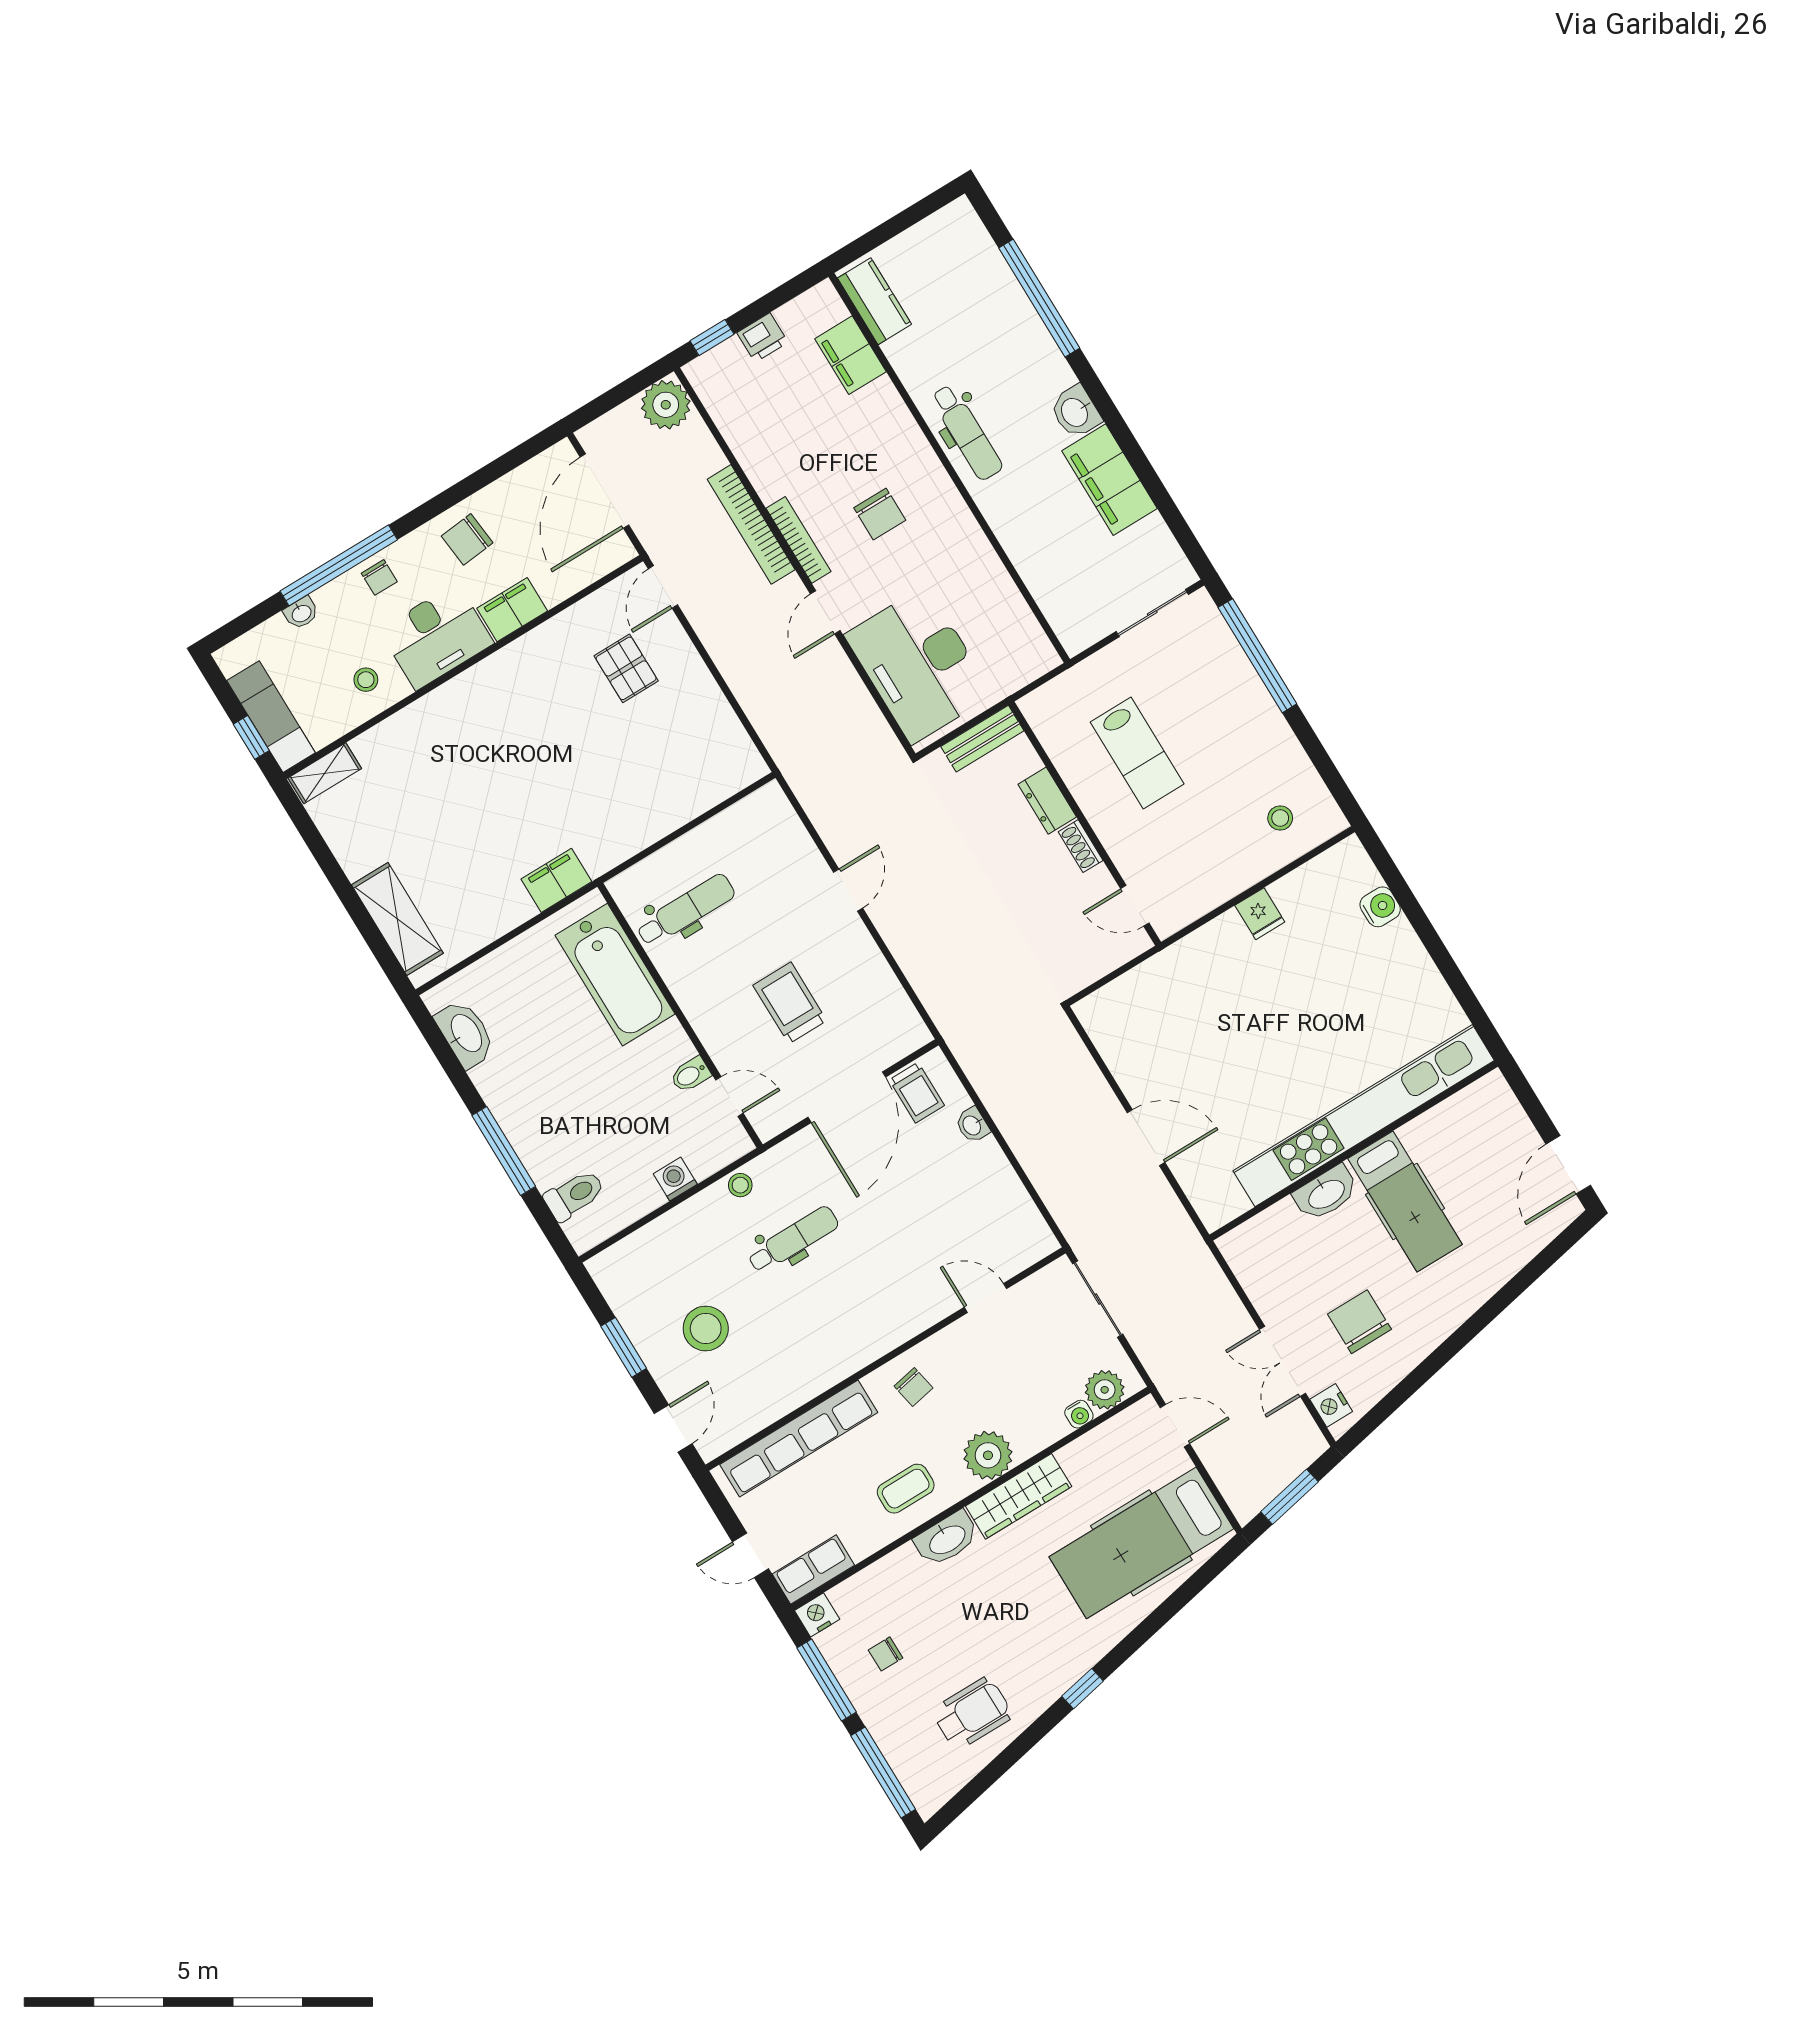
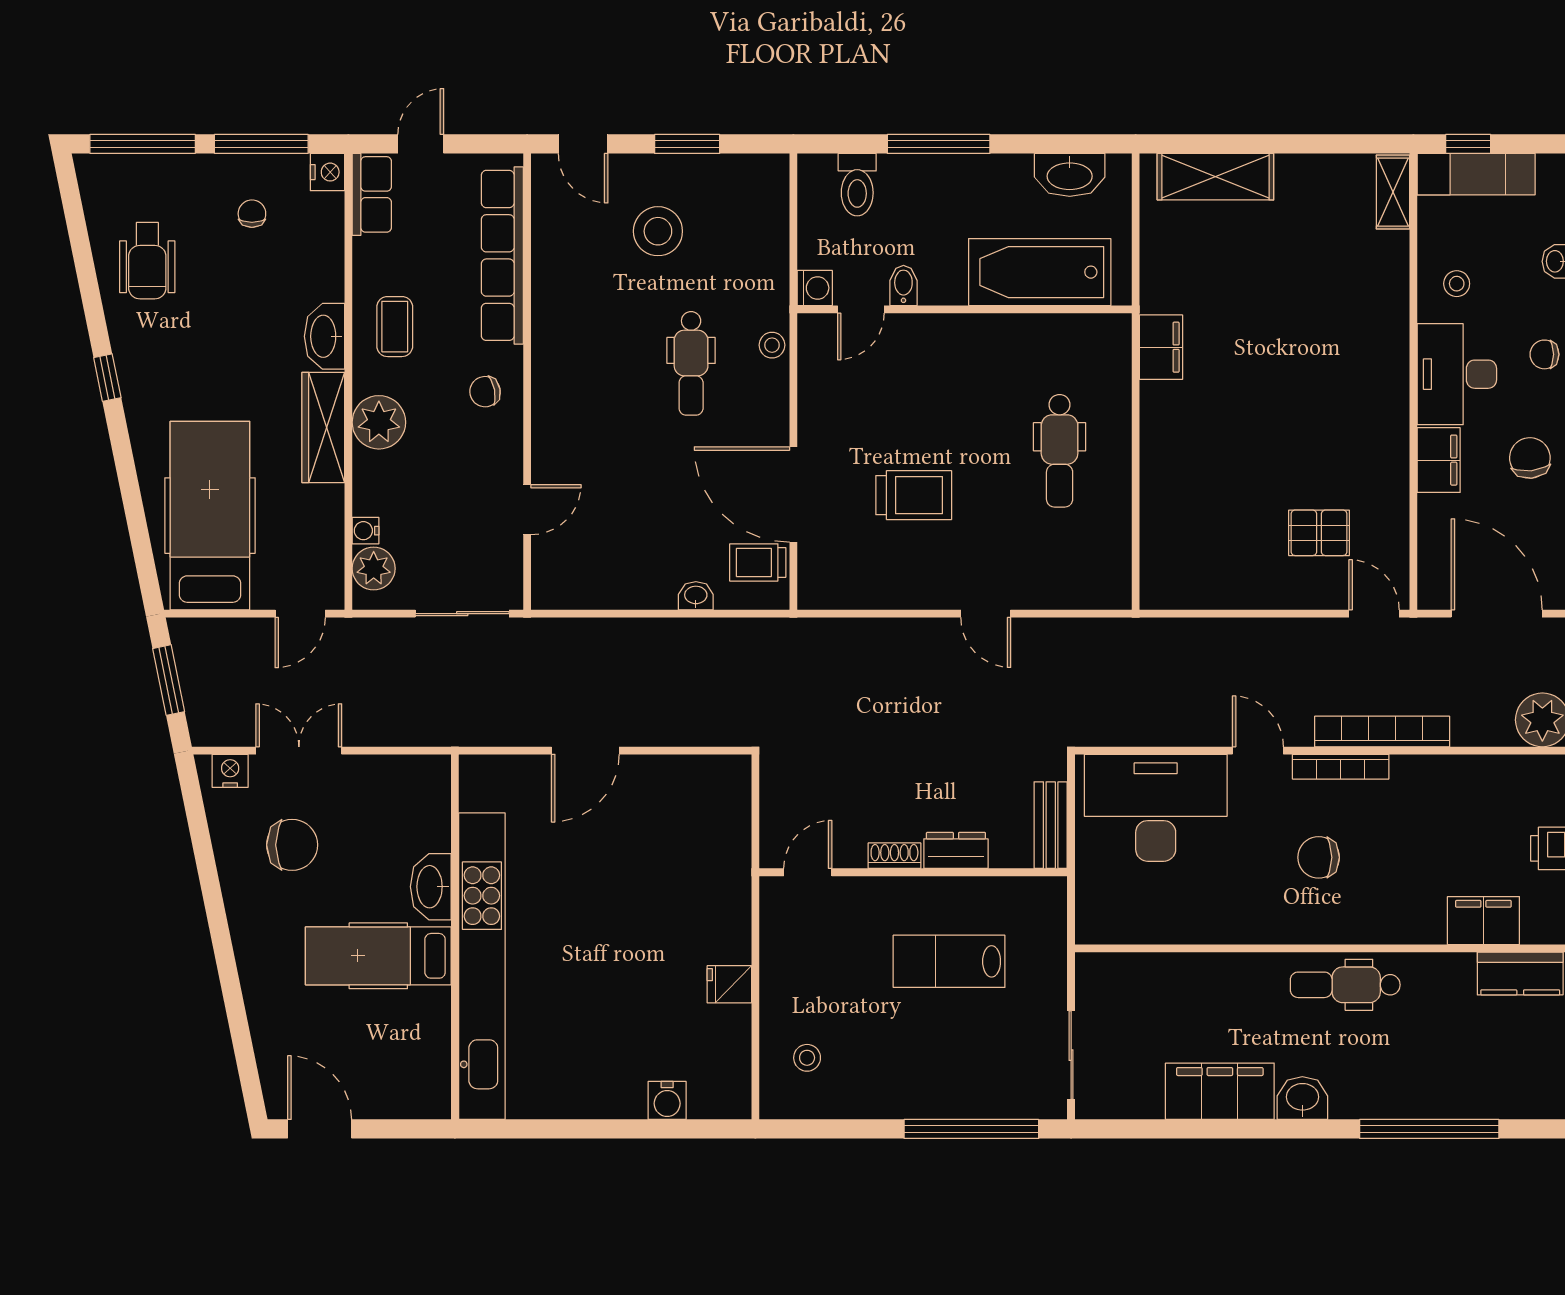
bathtub: (615, 975) -> (1040, 272), moved
wall: (680, 1016) -> (965, 309), moved
bidet: (690, 1075) -> (903, 285), moved
door: (729, 1096) -> (861, 309), moved

